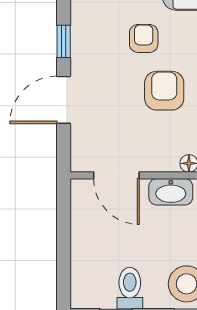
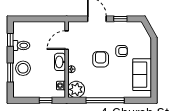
armchair: (164, 91) -> (101, 59), turned -90

